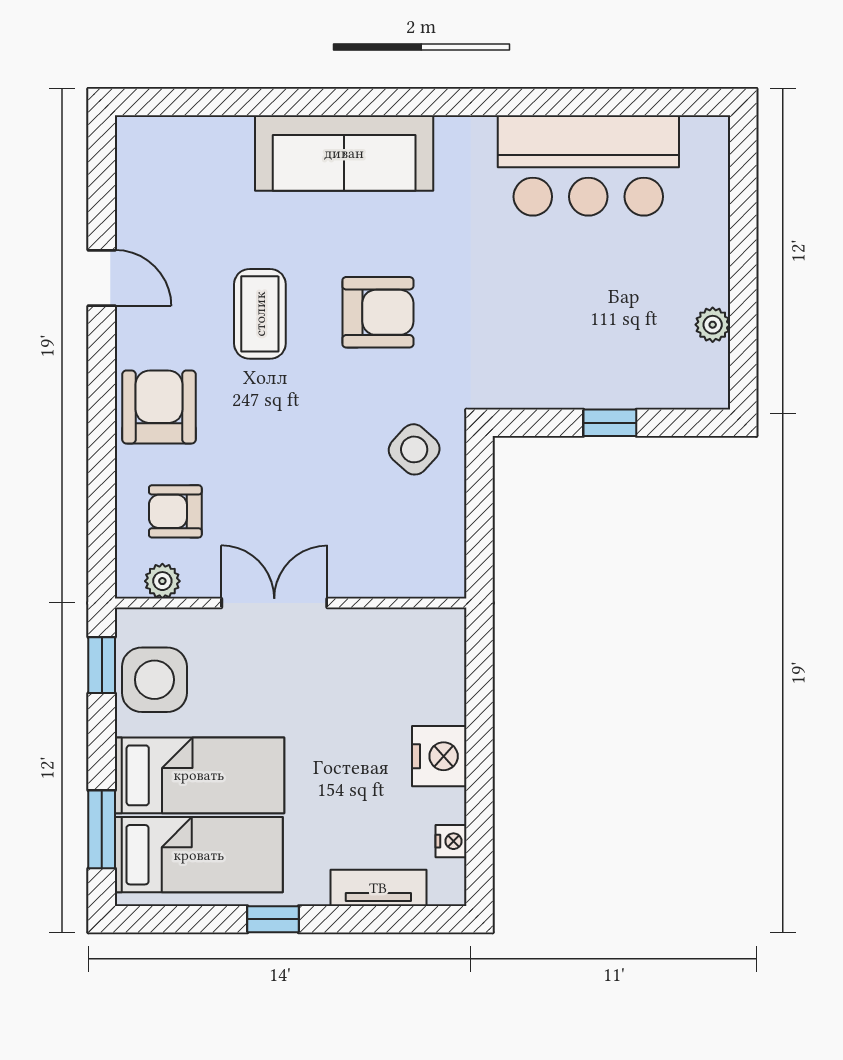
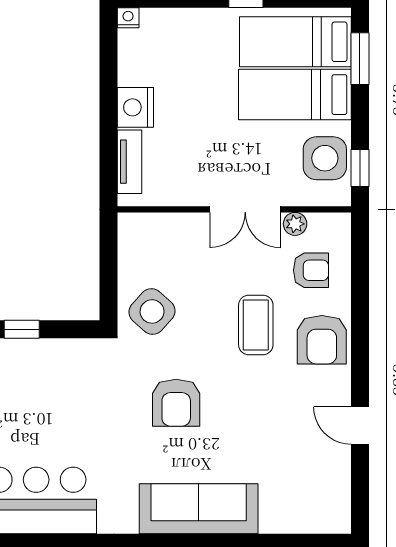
armchair: (378, 312) -> (176, 403), turned -90
coffee table: (260, 314) -> (256, 325), moved
side table: (414, 449) -> (152, 311), width x1.37, depth x1.37
plant: (162, 581) -> (295, 224), moved
nightstand: (451, 841) -> (128, 18), moved, turned 90
tv unit: (378, 888) -> (129, 162), moved, turned -90

